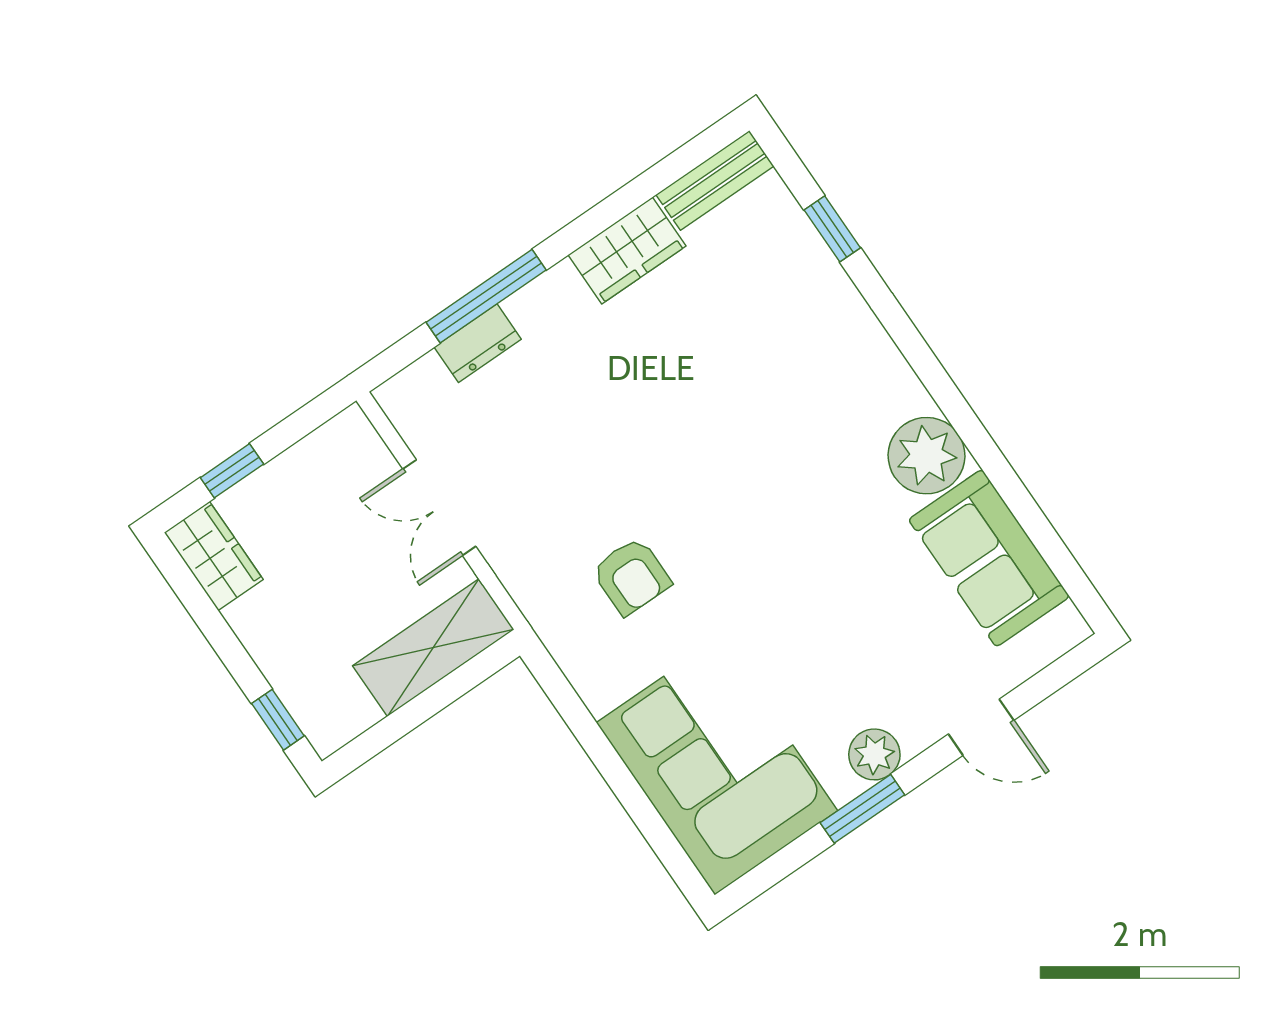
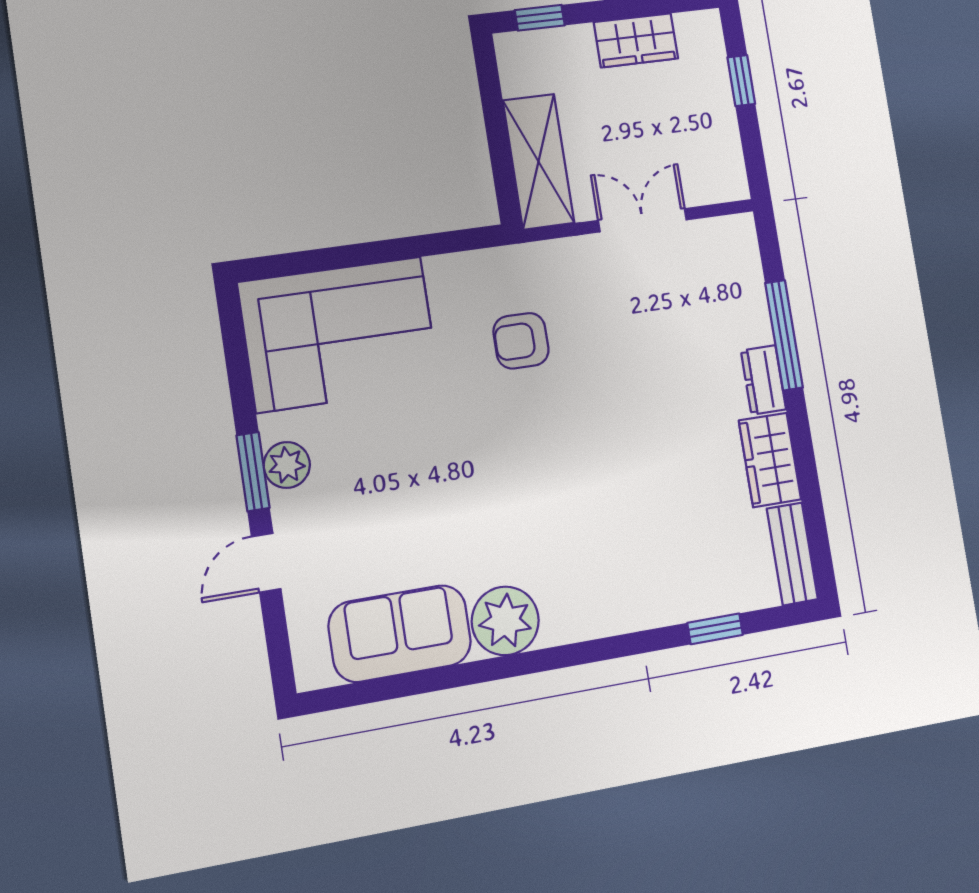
dresser: (478, 343) -> (763, 380), moved
wardrobe: (214, 556) -> (636, 40), moved
window: (862, 809) -> (253, 472), moved

